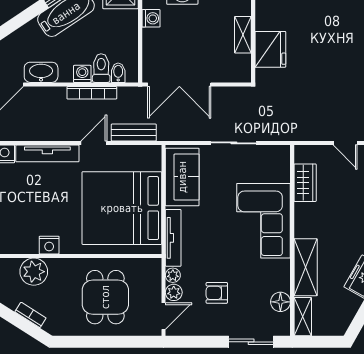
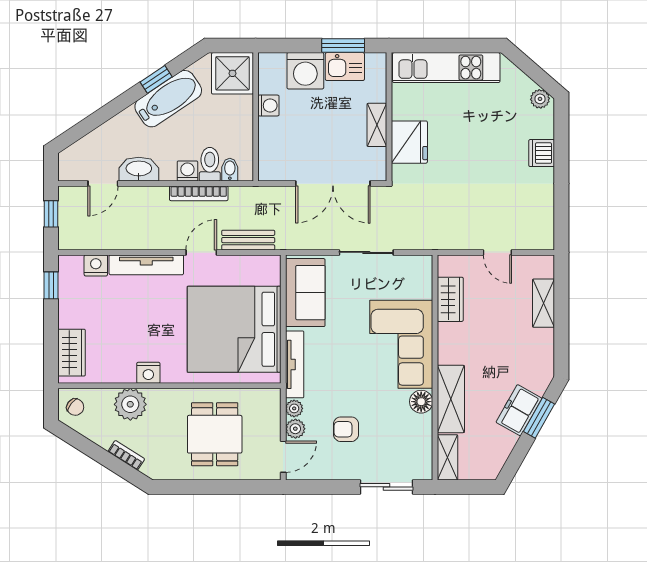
double door: (179, 84) -> (333, 184), moved
floor lamp: (280, 302) -> (421, 402), moved

